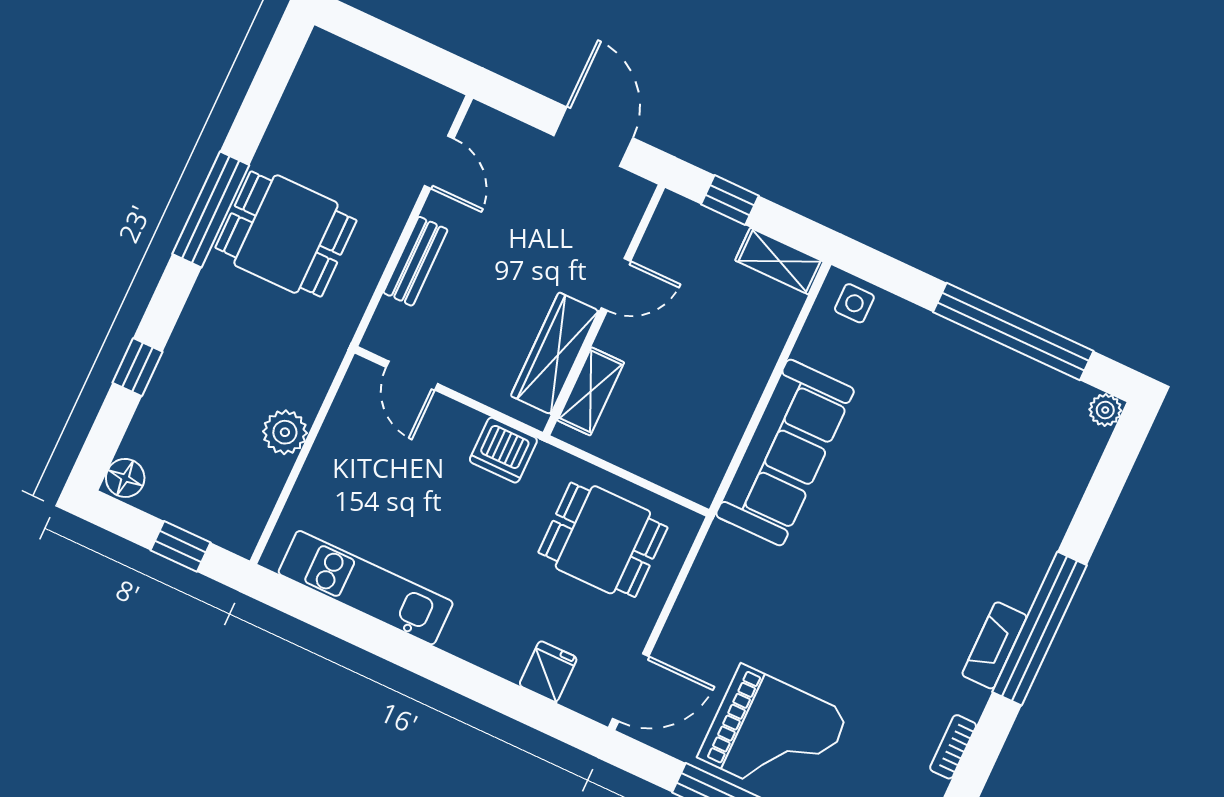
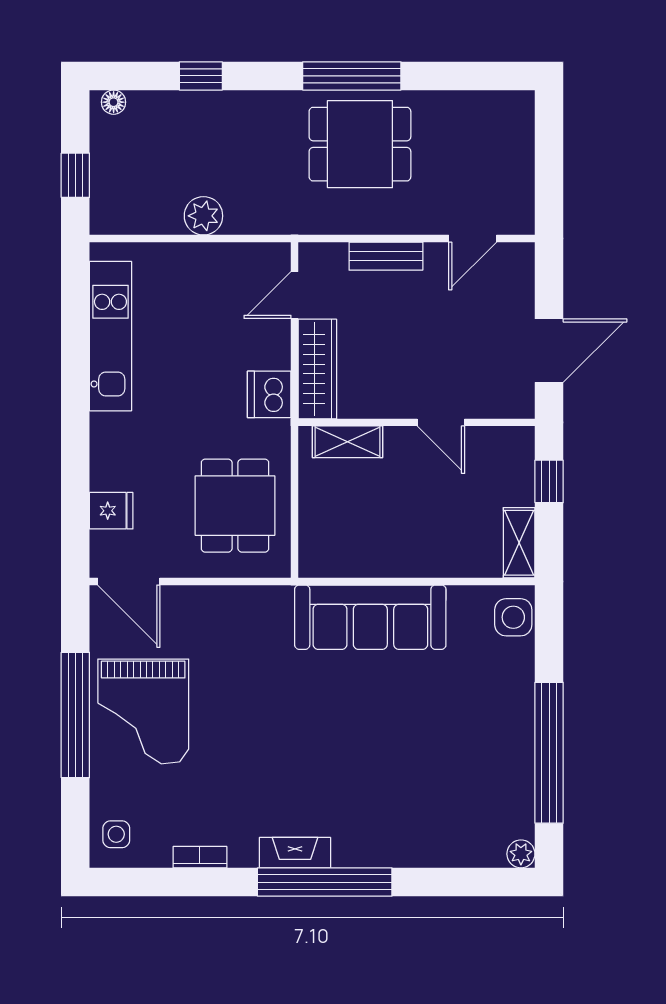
dining table: (286, 234) -> (360, 144), turned 90
side table: (854, 303) -> (513, 617), width x1.37, depth x1.37
wardrobe: (555, 353) -> (317, 369), moved, turned 90
floor lamp: (125, 478) -> (114, 102), width x0.73, depth x0.73

